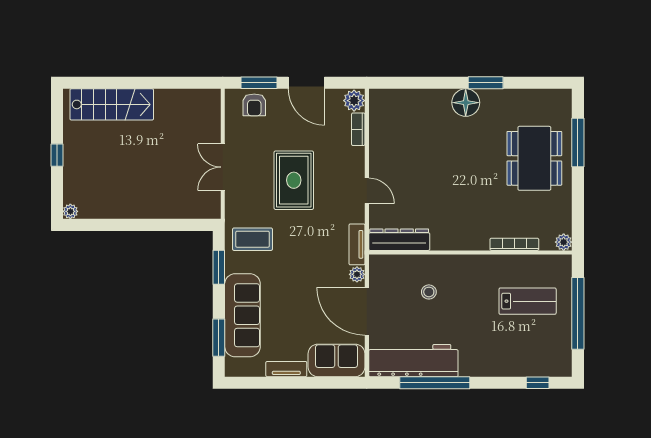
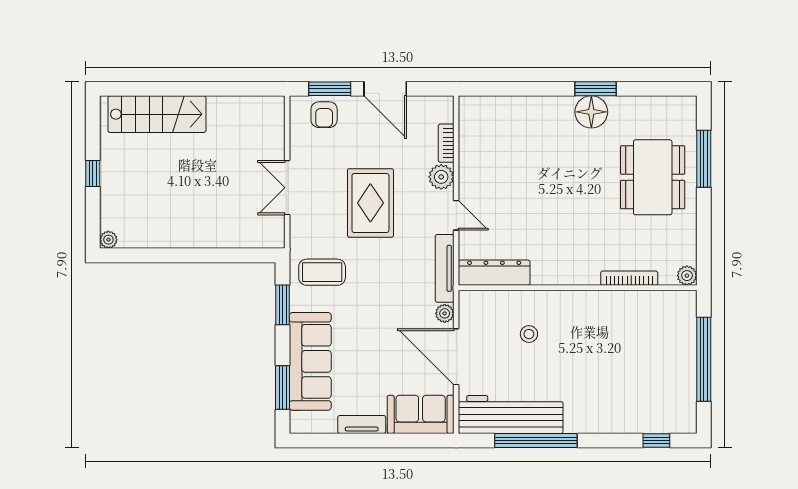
plant: (354, 101) -> (441, 177), moved
floor lamp: (466, 103) -> (591, 112), moved
tv unit: (357, 244) -> (445, 268), width x1.41
lab bench: (528, 301) -> (645, 345), removed

